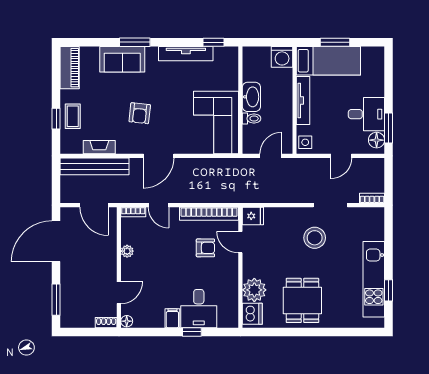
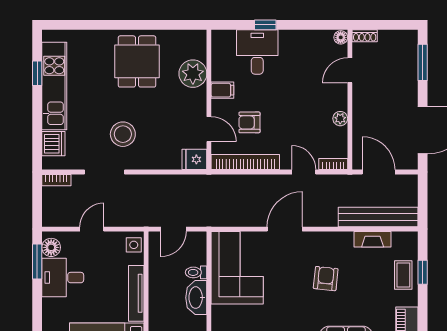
door: (159, 156) -> (285, 229), moved
dishwasher: (252, 314) -> (53, 144), moved, turned 180
filing cabinet: (172, 318) -> (222, 90), moved, turned -90

